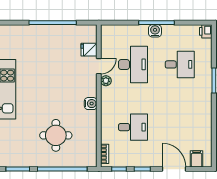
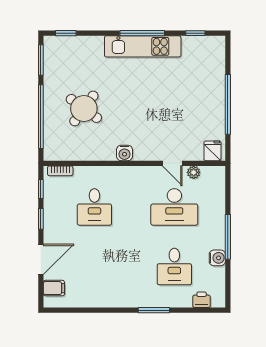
water cooler: (155, 31) -> (217, 258), moved
printer: (206, 31) -> (202, 300), moved
fridge: (89, 50) -> (212, 151), moved
plant: (106, 81) -> (194, 172), moved
round table: (56, 135) -> (84, 108), turned 36

